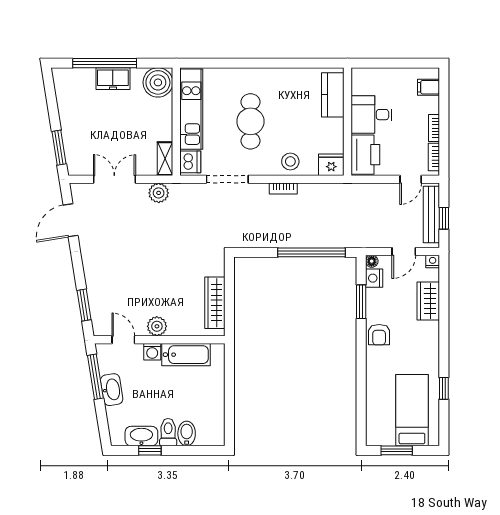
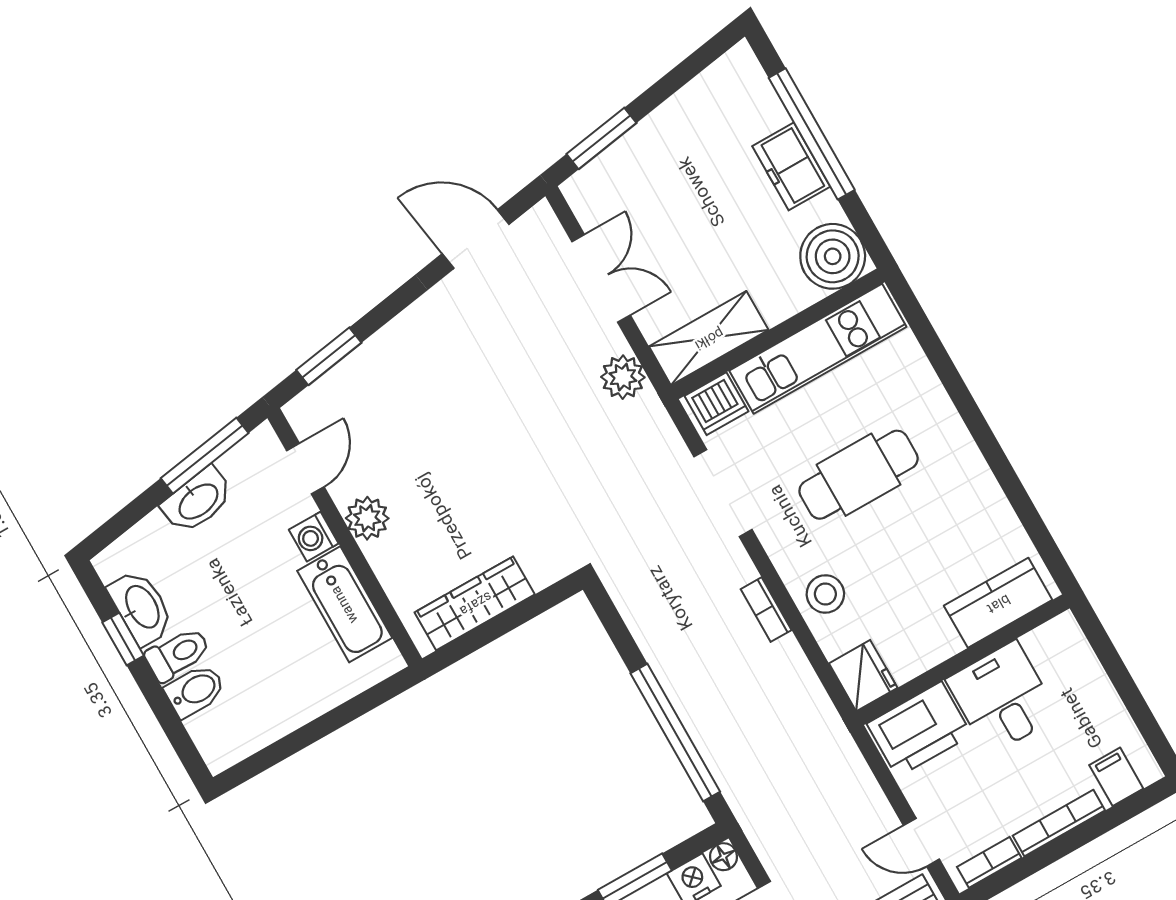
bookcase: (434, 128) -> (1059, 823), width x1.56
shelving: (165, 159) -> (709, 338), width x1.50, depth x1.33

